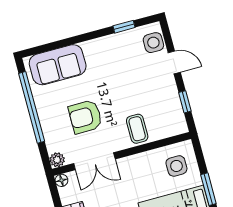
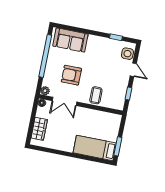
side table: (176, 166) -> (107, 126), removed

